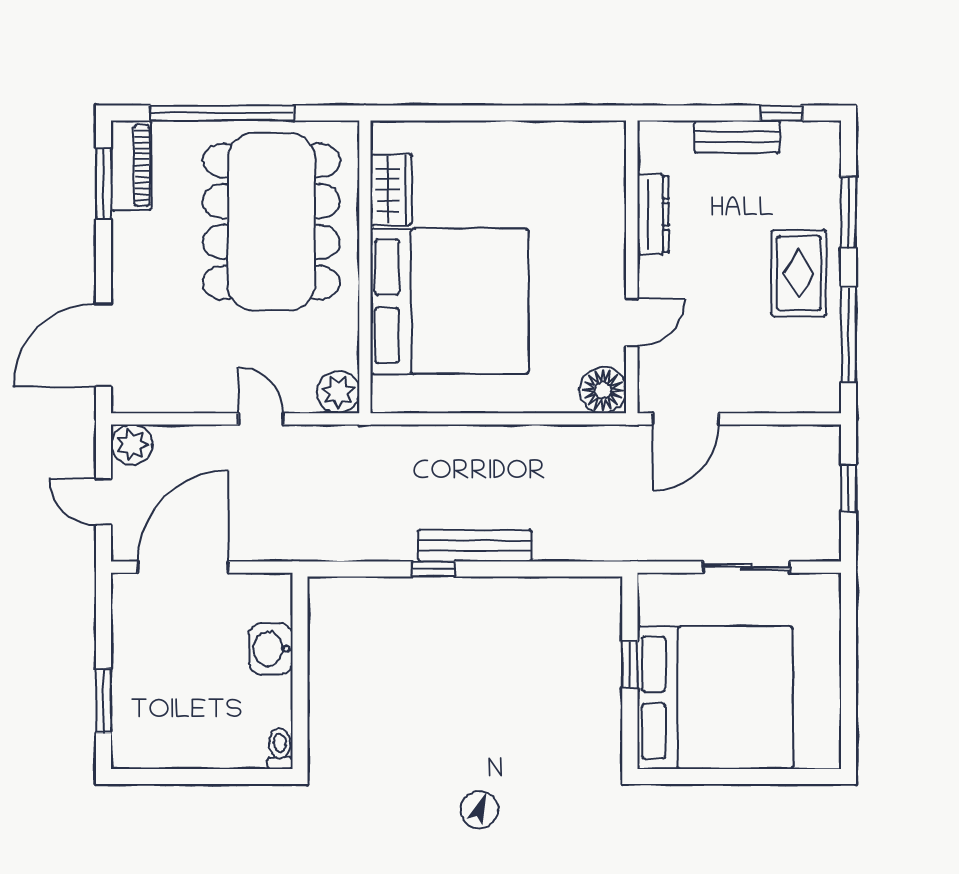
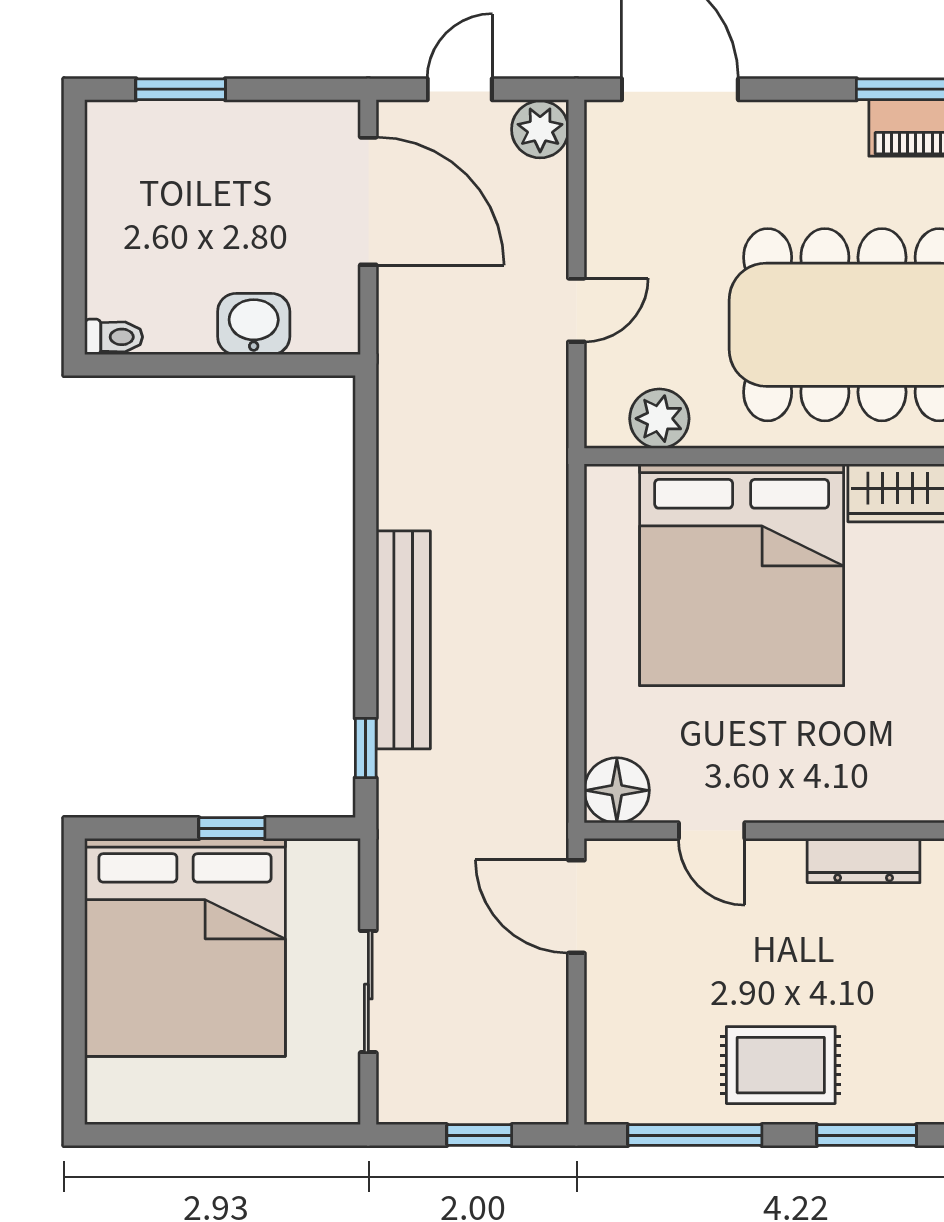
plant: (338, 392) -> (659, 419), moved
bench: (475, 546) -> (403, 640), width x1.37, depth x1.21
window: (433, 569) -> (366, 748), moved

